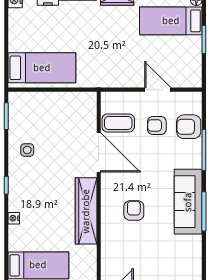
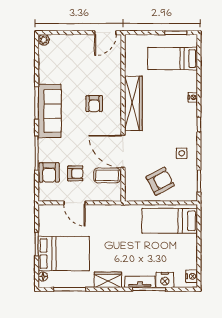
bed: (171, 21) -> (64, 254), width x1.50
armchair: (53, 116) -> (160, 181), added
armchair: (189, 127) -> (49, 172), turned 90

